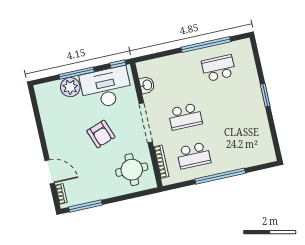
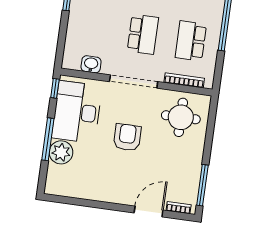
armchair: (101, 134) -> (127, 137), turned -70
school desk: (194, 155) -> (191, 41), turned 180

